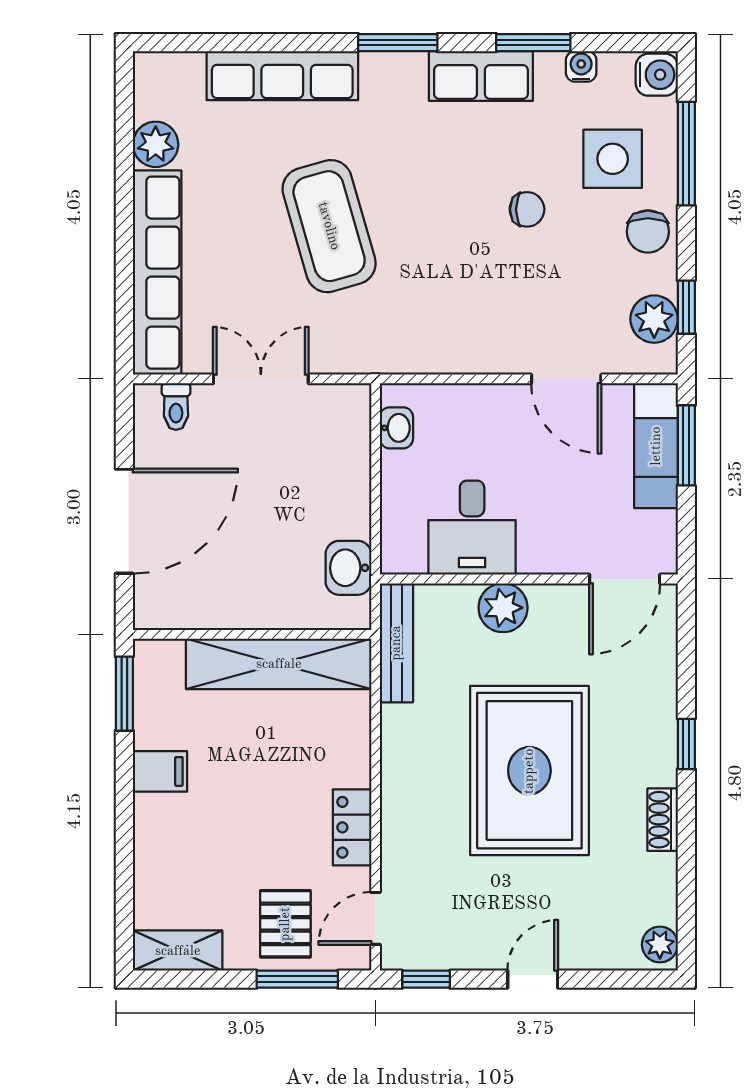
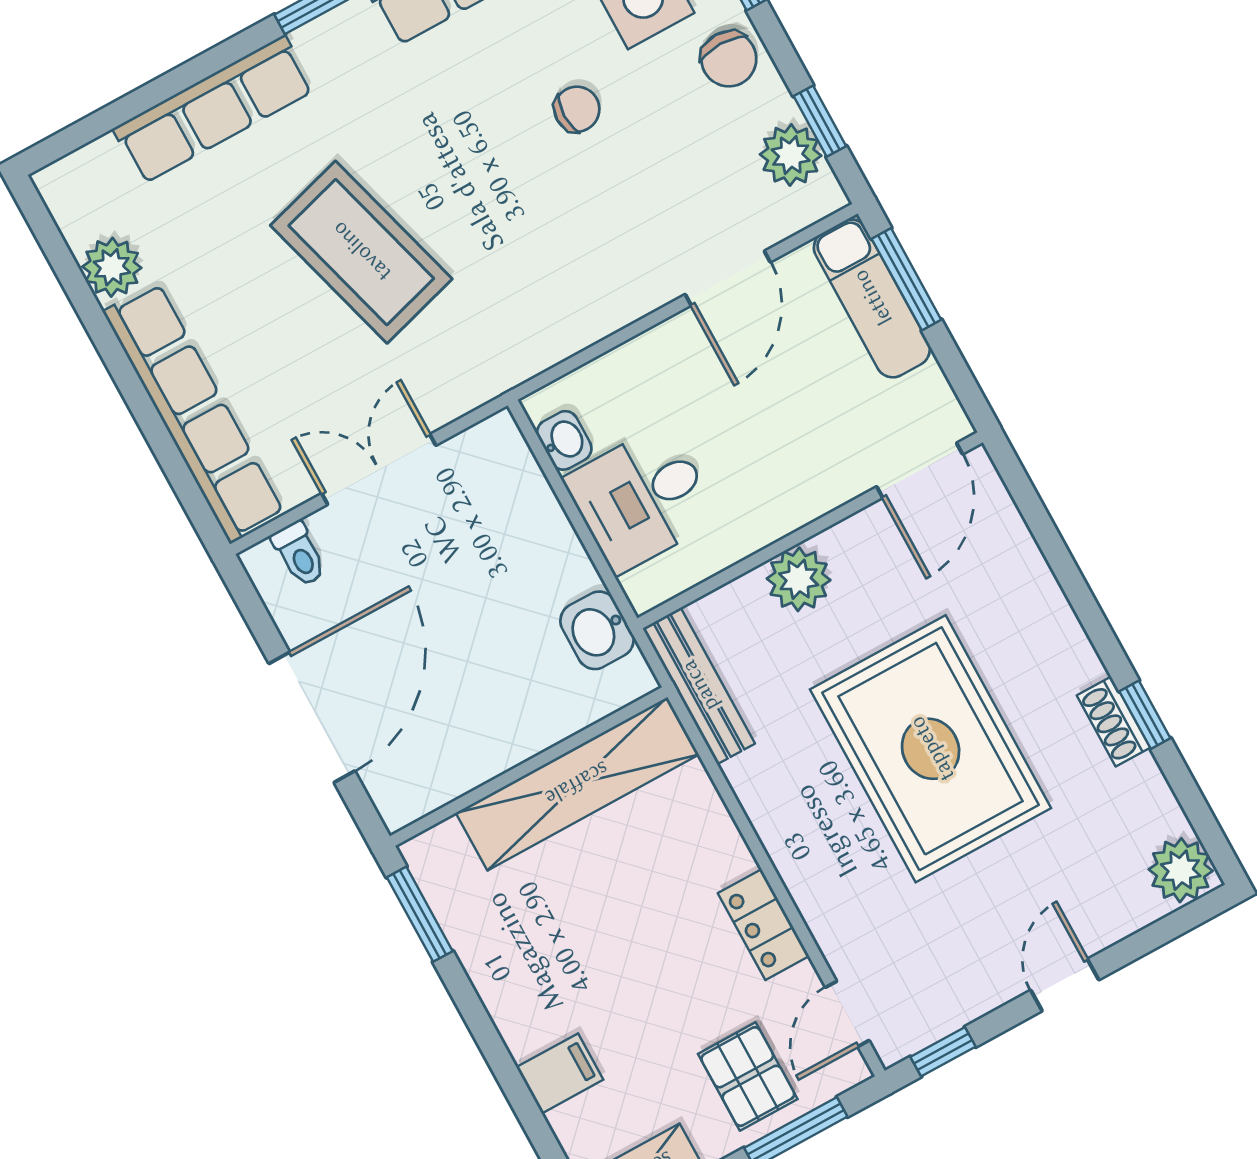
door: (566, 379) -> (728, 278), hinge flipped
desk: (472, 528) -> (641, 499), moved, turned 90
window: (686, 744) -> (1145, 715), moved
filing cabinet: (160, 771) -> (560, 1073), moved
plant: (660, 945) -> (1181, 870), width x1.38, depth x1.38

